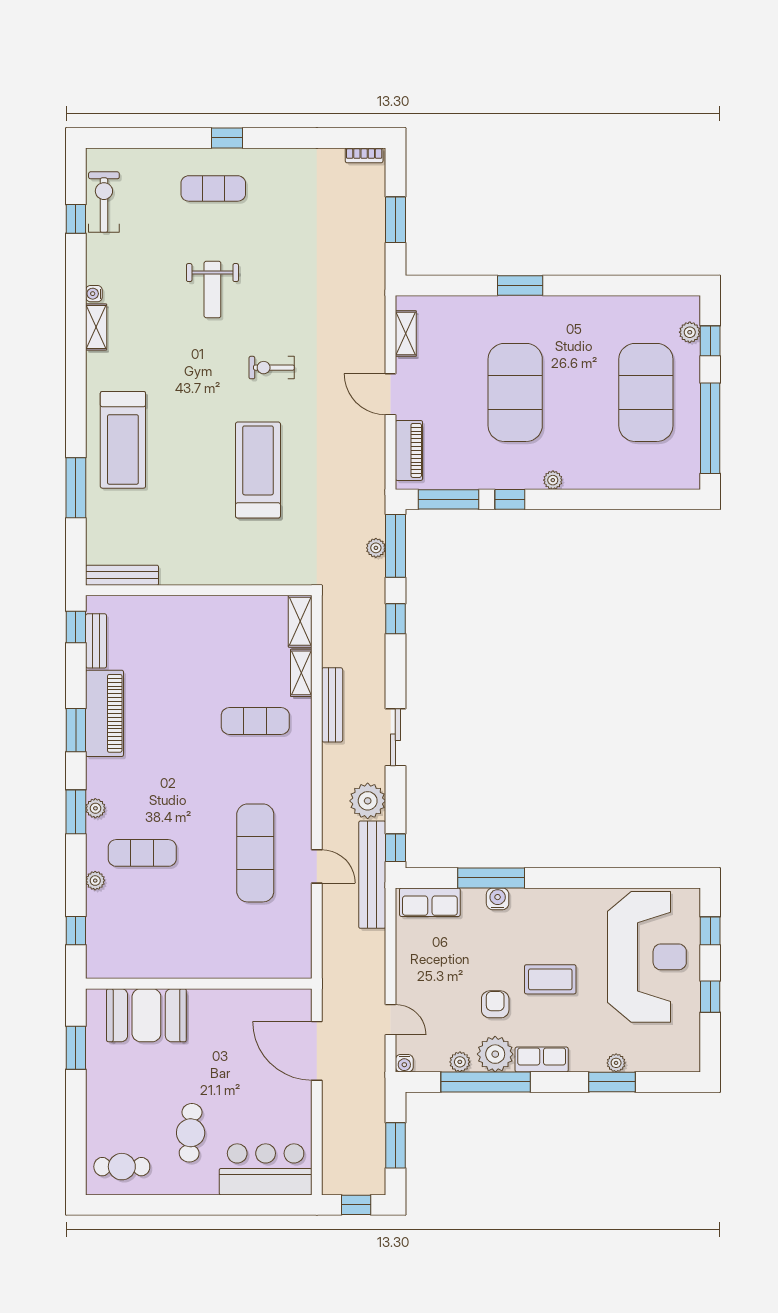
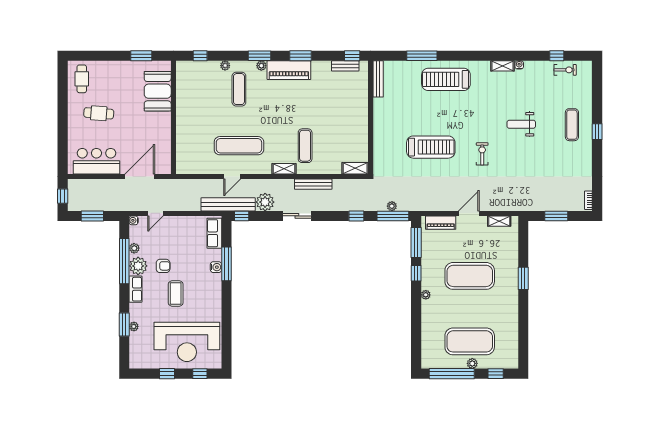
exercise bike: (104, 202) -> (565, 70), width x0.73, depth x0.72
plant: (690, 332) -> (472, 363), moved
shelving: (301, 673) -> (284, 169), moved
piano: (105, 713) -> (289, 70), moved
bar counter: (266, 1169) -> (96, 161), moved, turned -90

